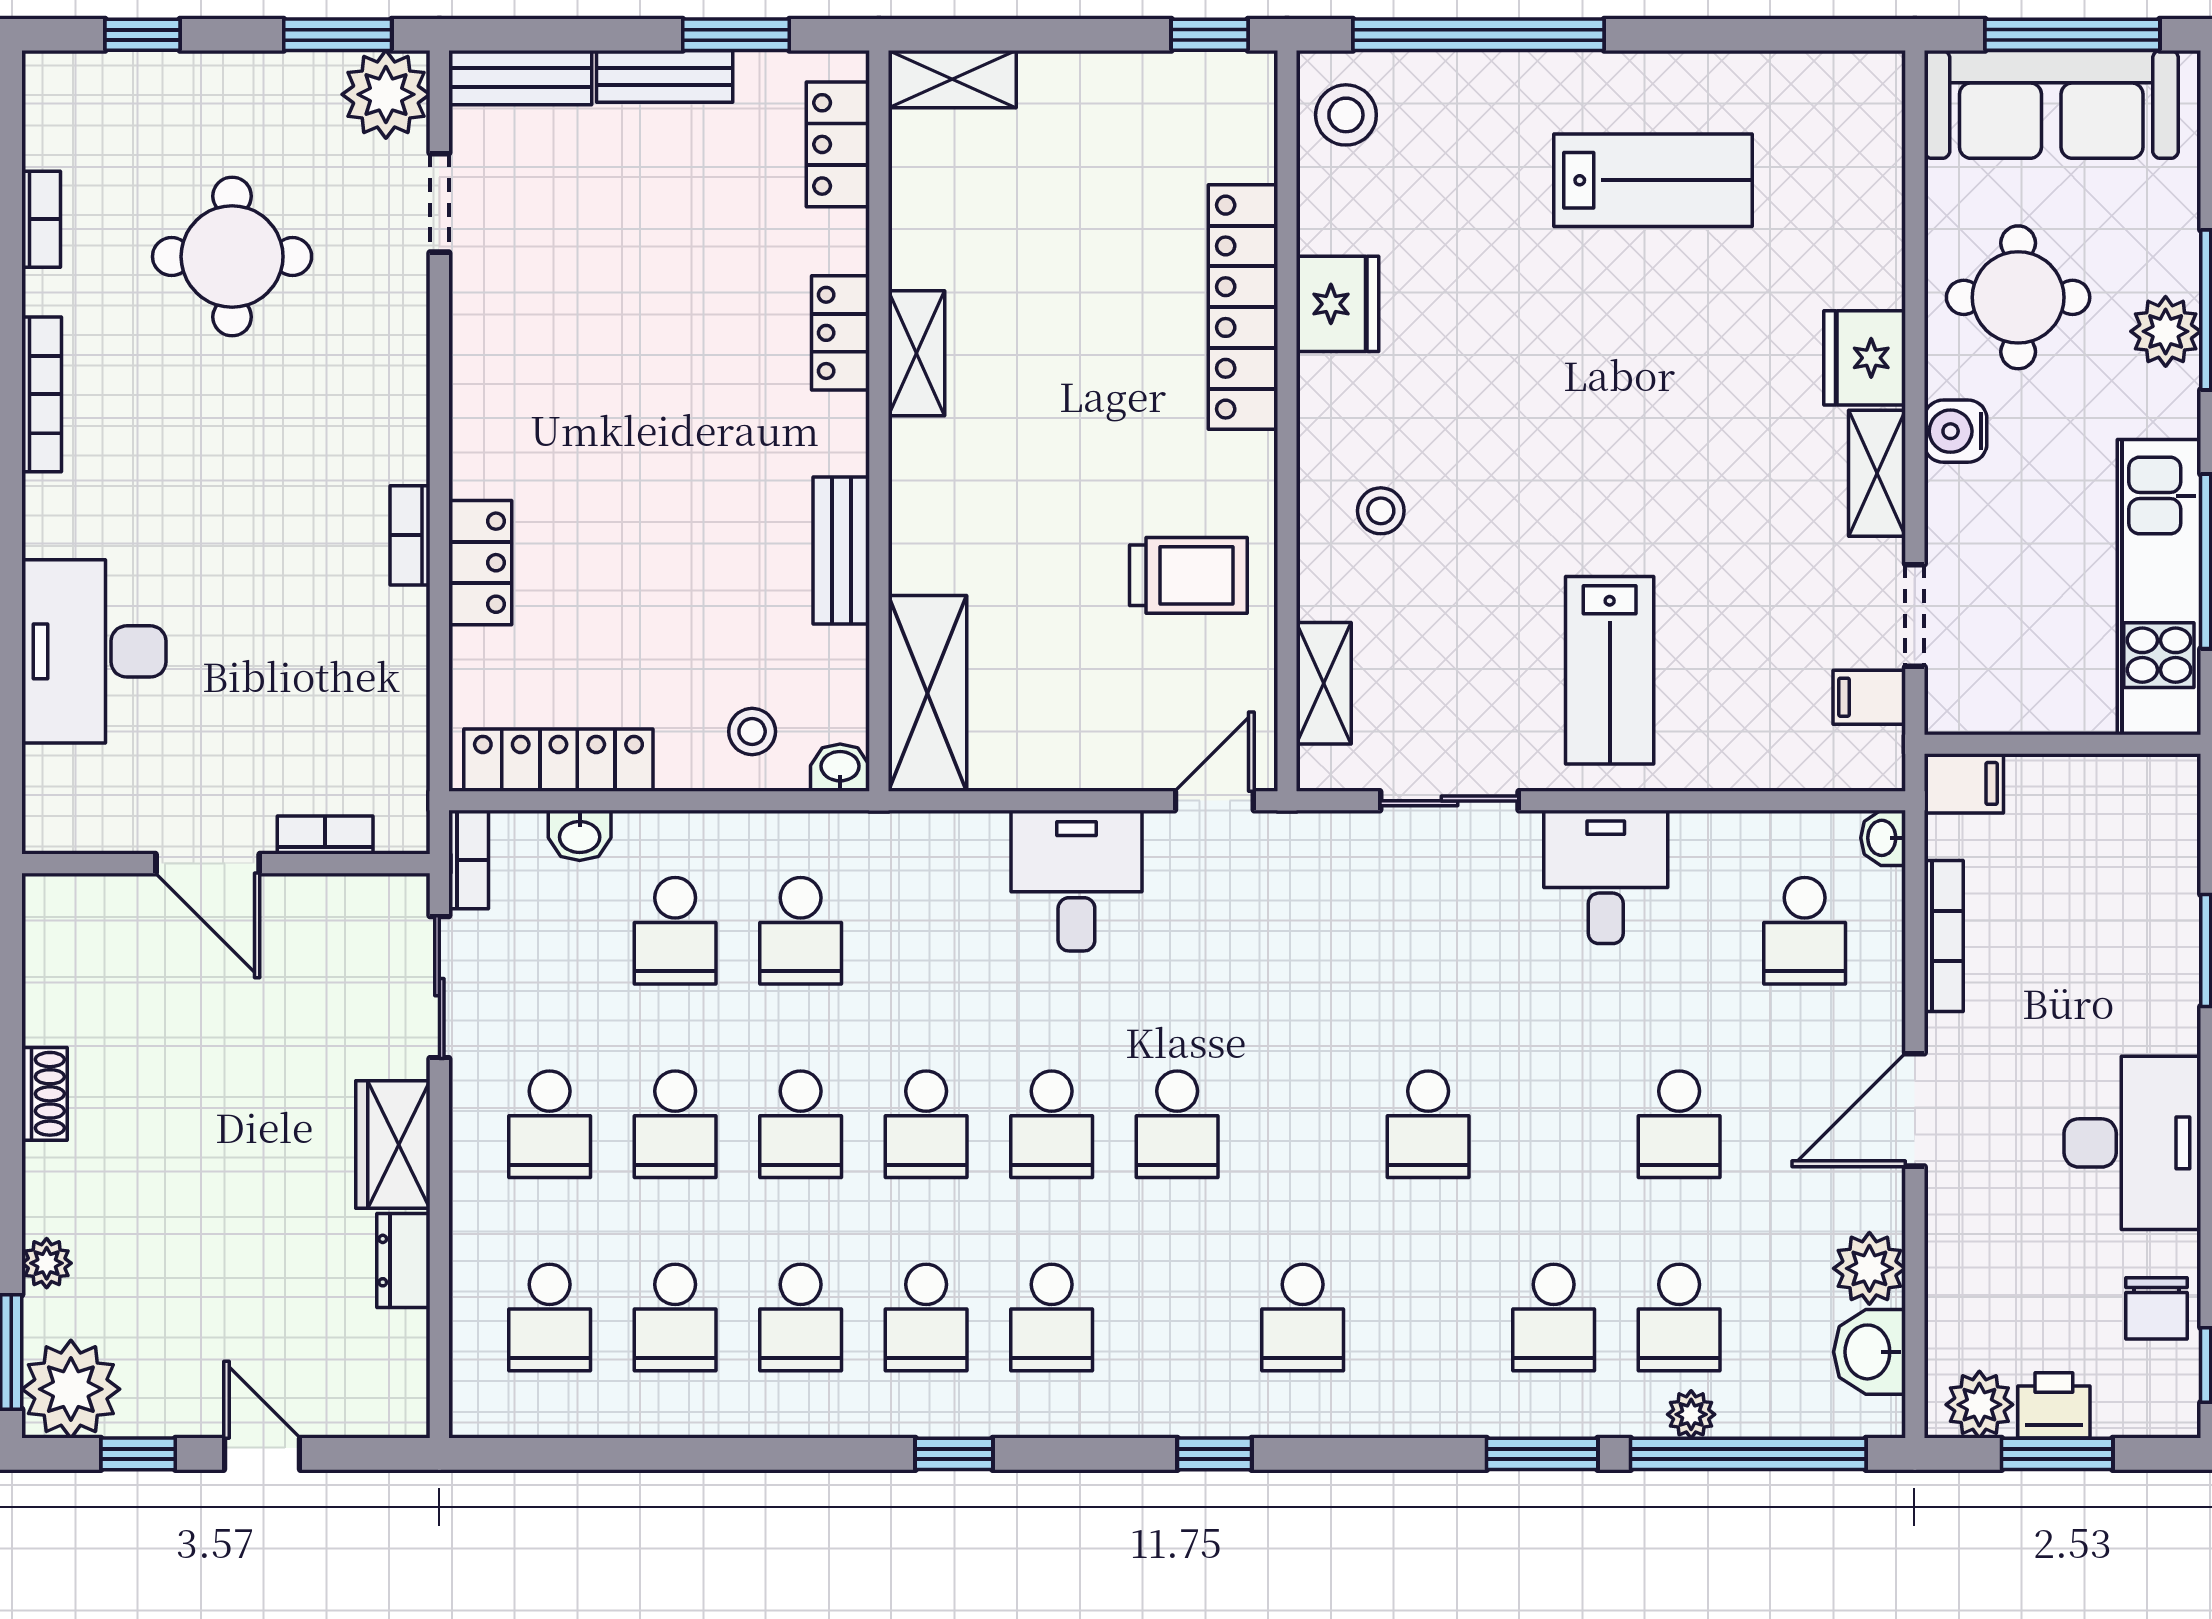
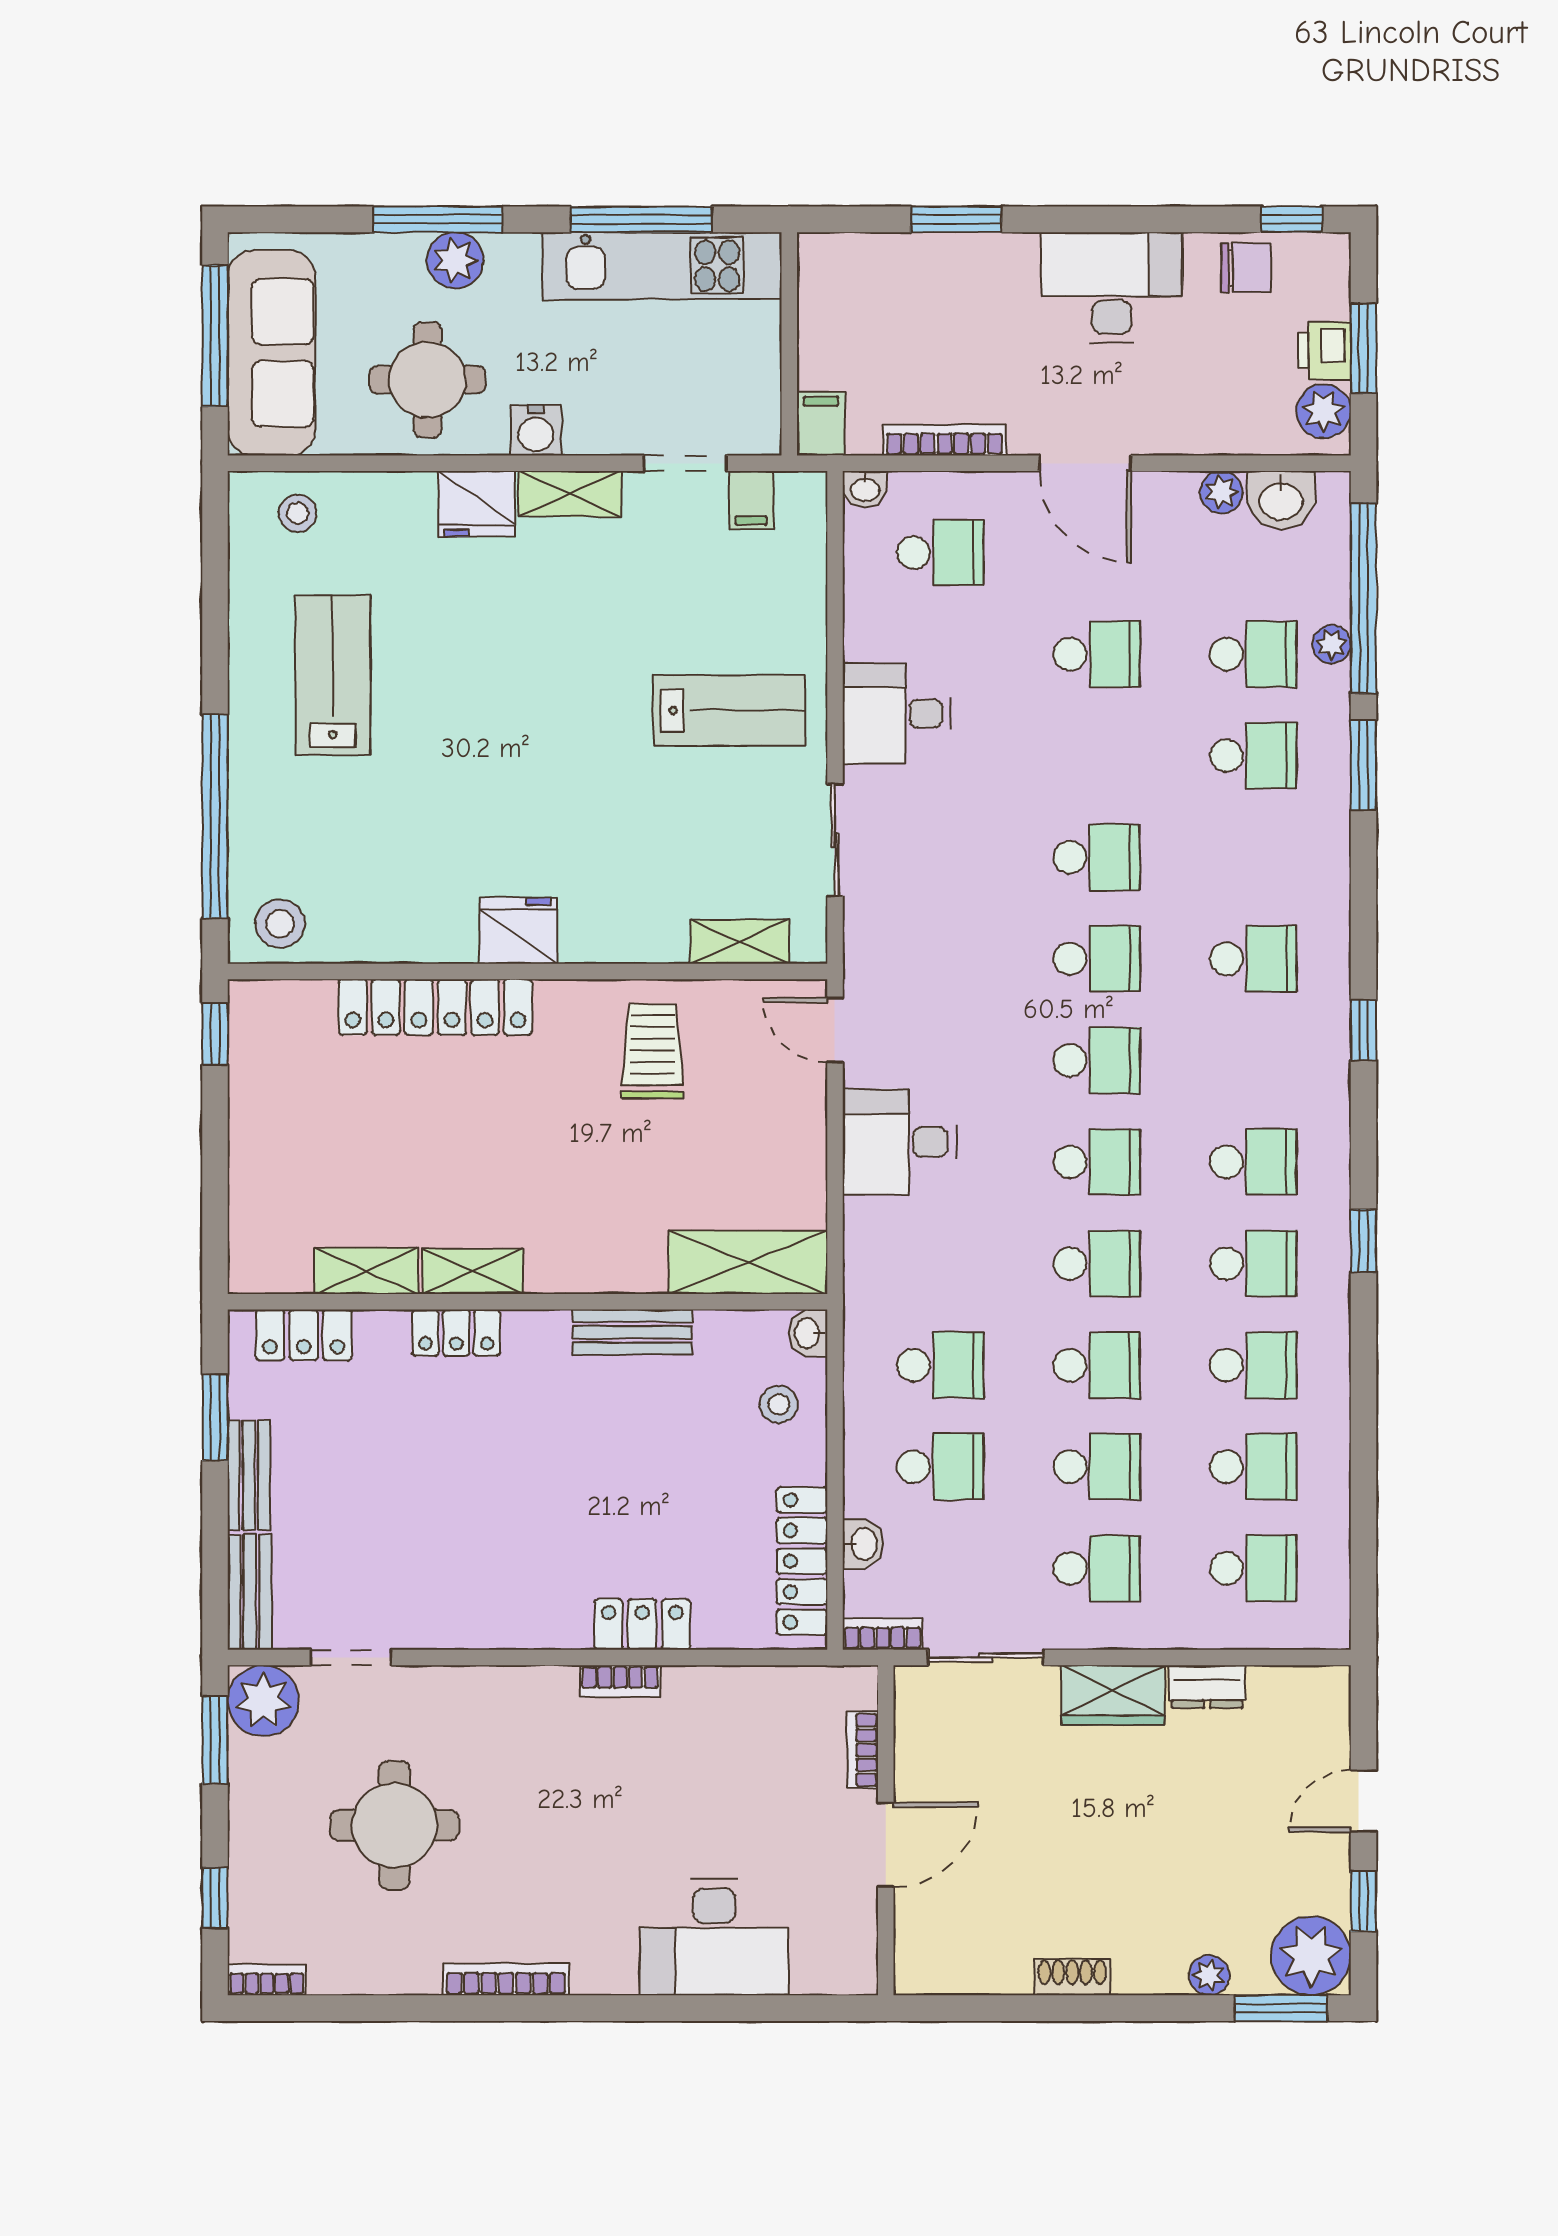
shelving: (952, 79) -> (366, 1271), moved, turned 90
bookcase: (41, 219) -> (267, 1980), moved
fridge: (1338, 304) -> (518, 931), moved
stool: (1381, 511) -> (298, 513), moved
school desk: (1303, 1124) -> (1097, 959), added
plant: (1869, 1268) -> (1221, 492), width x0.73, depth x0.73

